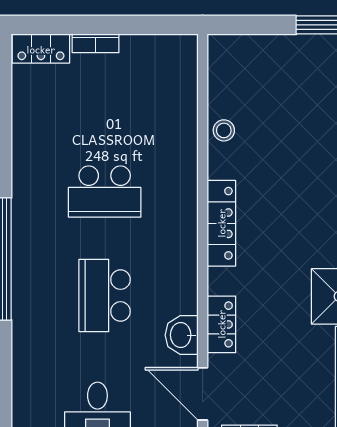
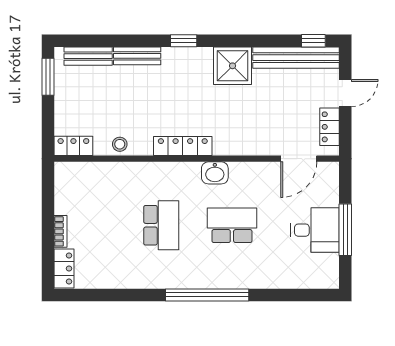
school desk: (105, 296) -> (232, 225), turned 180
locker: (221, 324) -> (73, 146), moved
washbasin: (182, 335) -> (215, 173), moved

